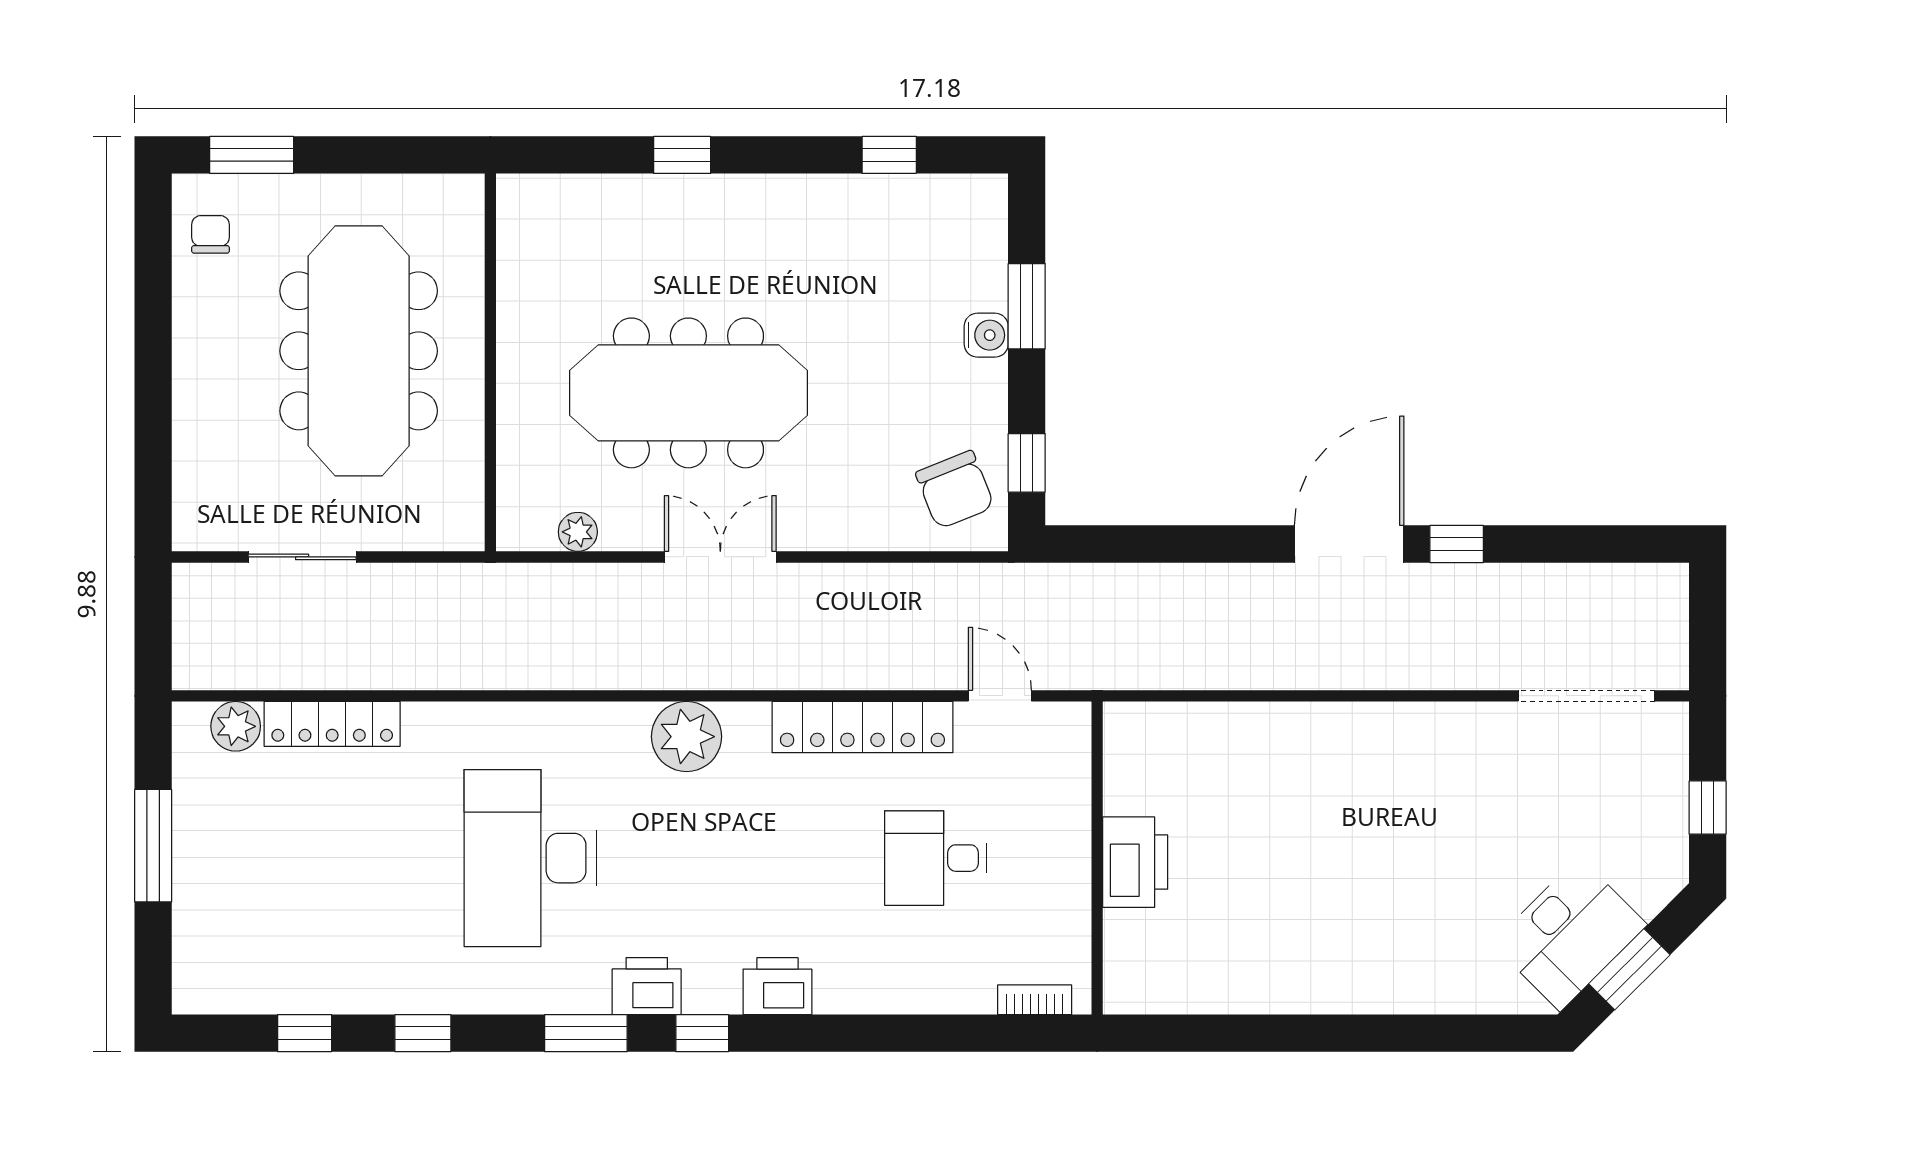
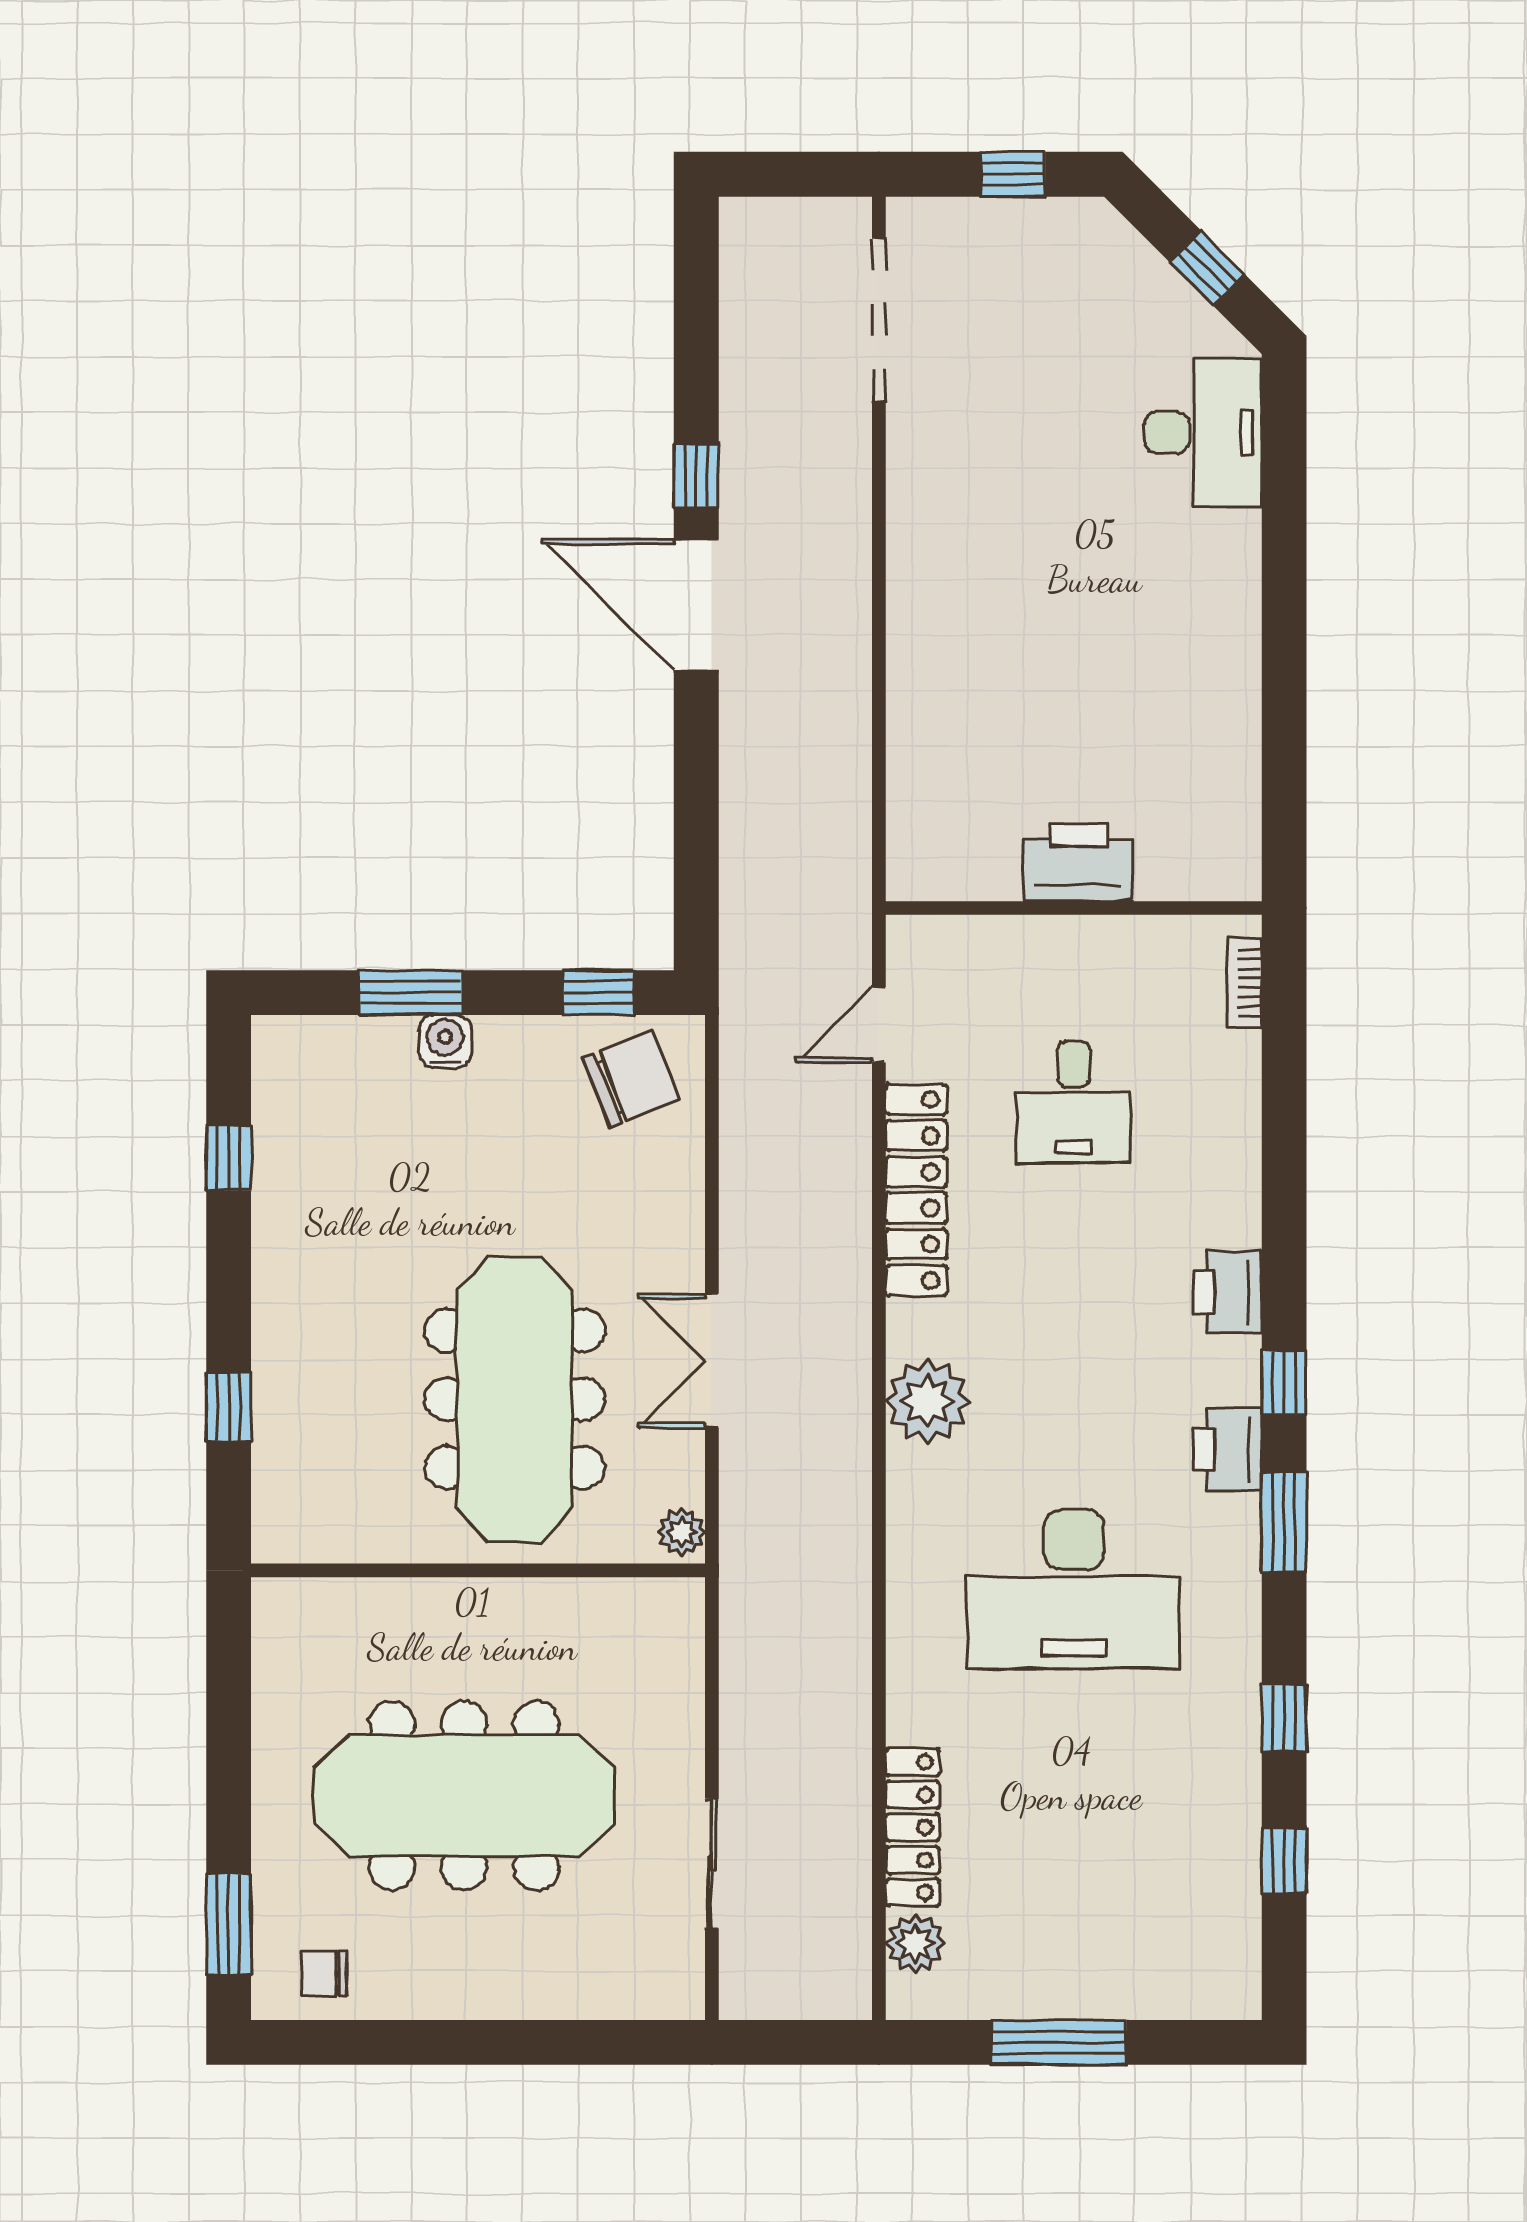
wall: (490, 362) -> (478, 1570), moved
desk: (1570, 934) -> (1203, 433), moved, turned 45
window: (1629, 969) -> (1207, 268), width x0.67

